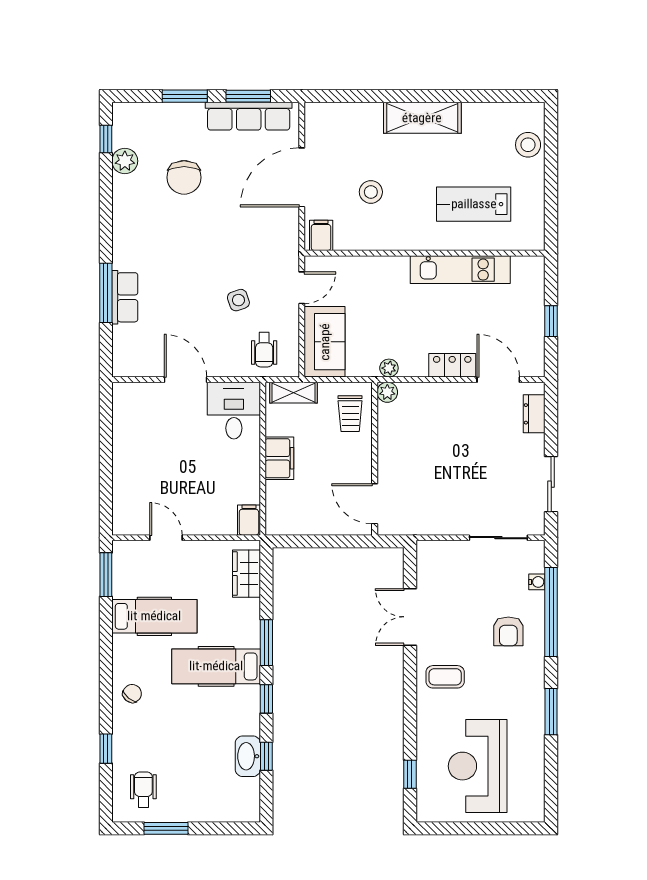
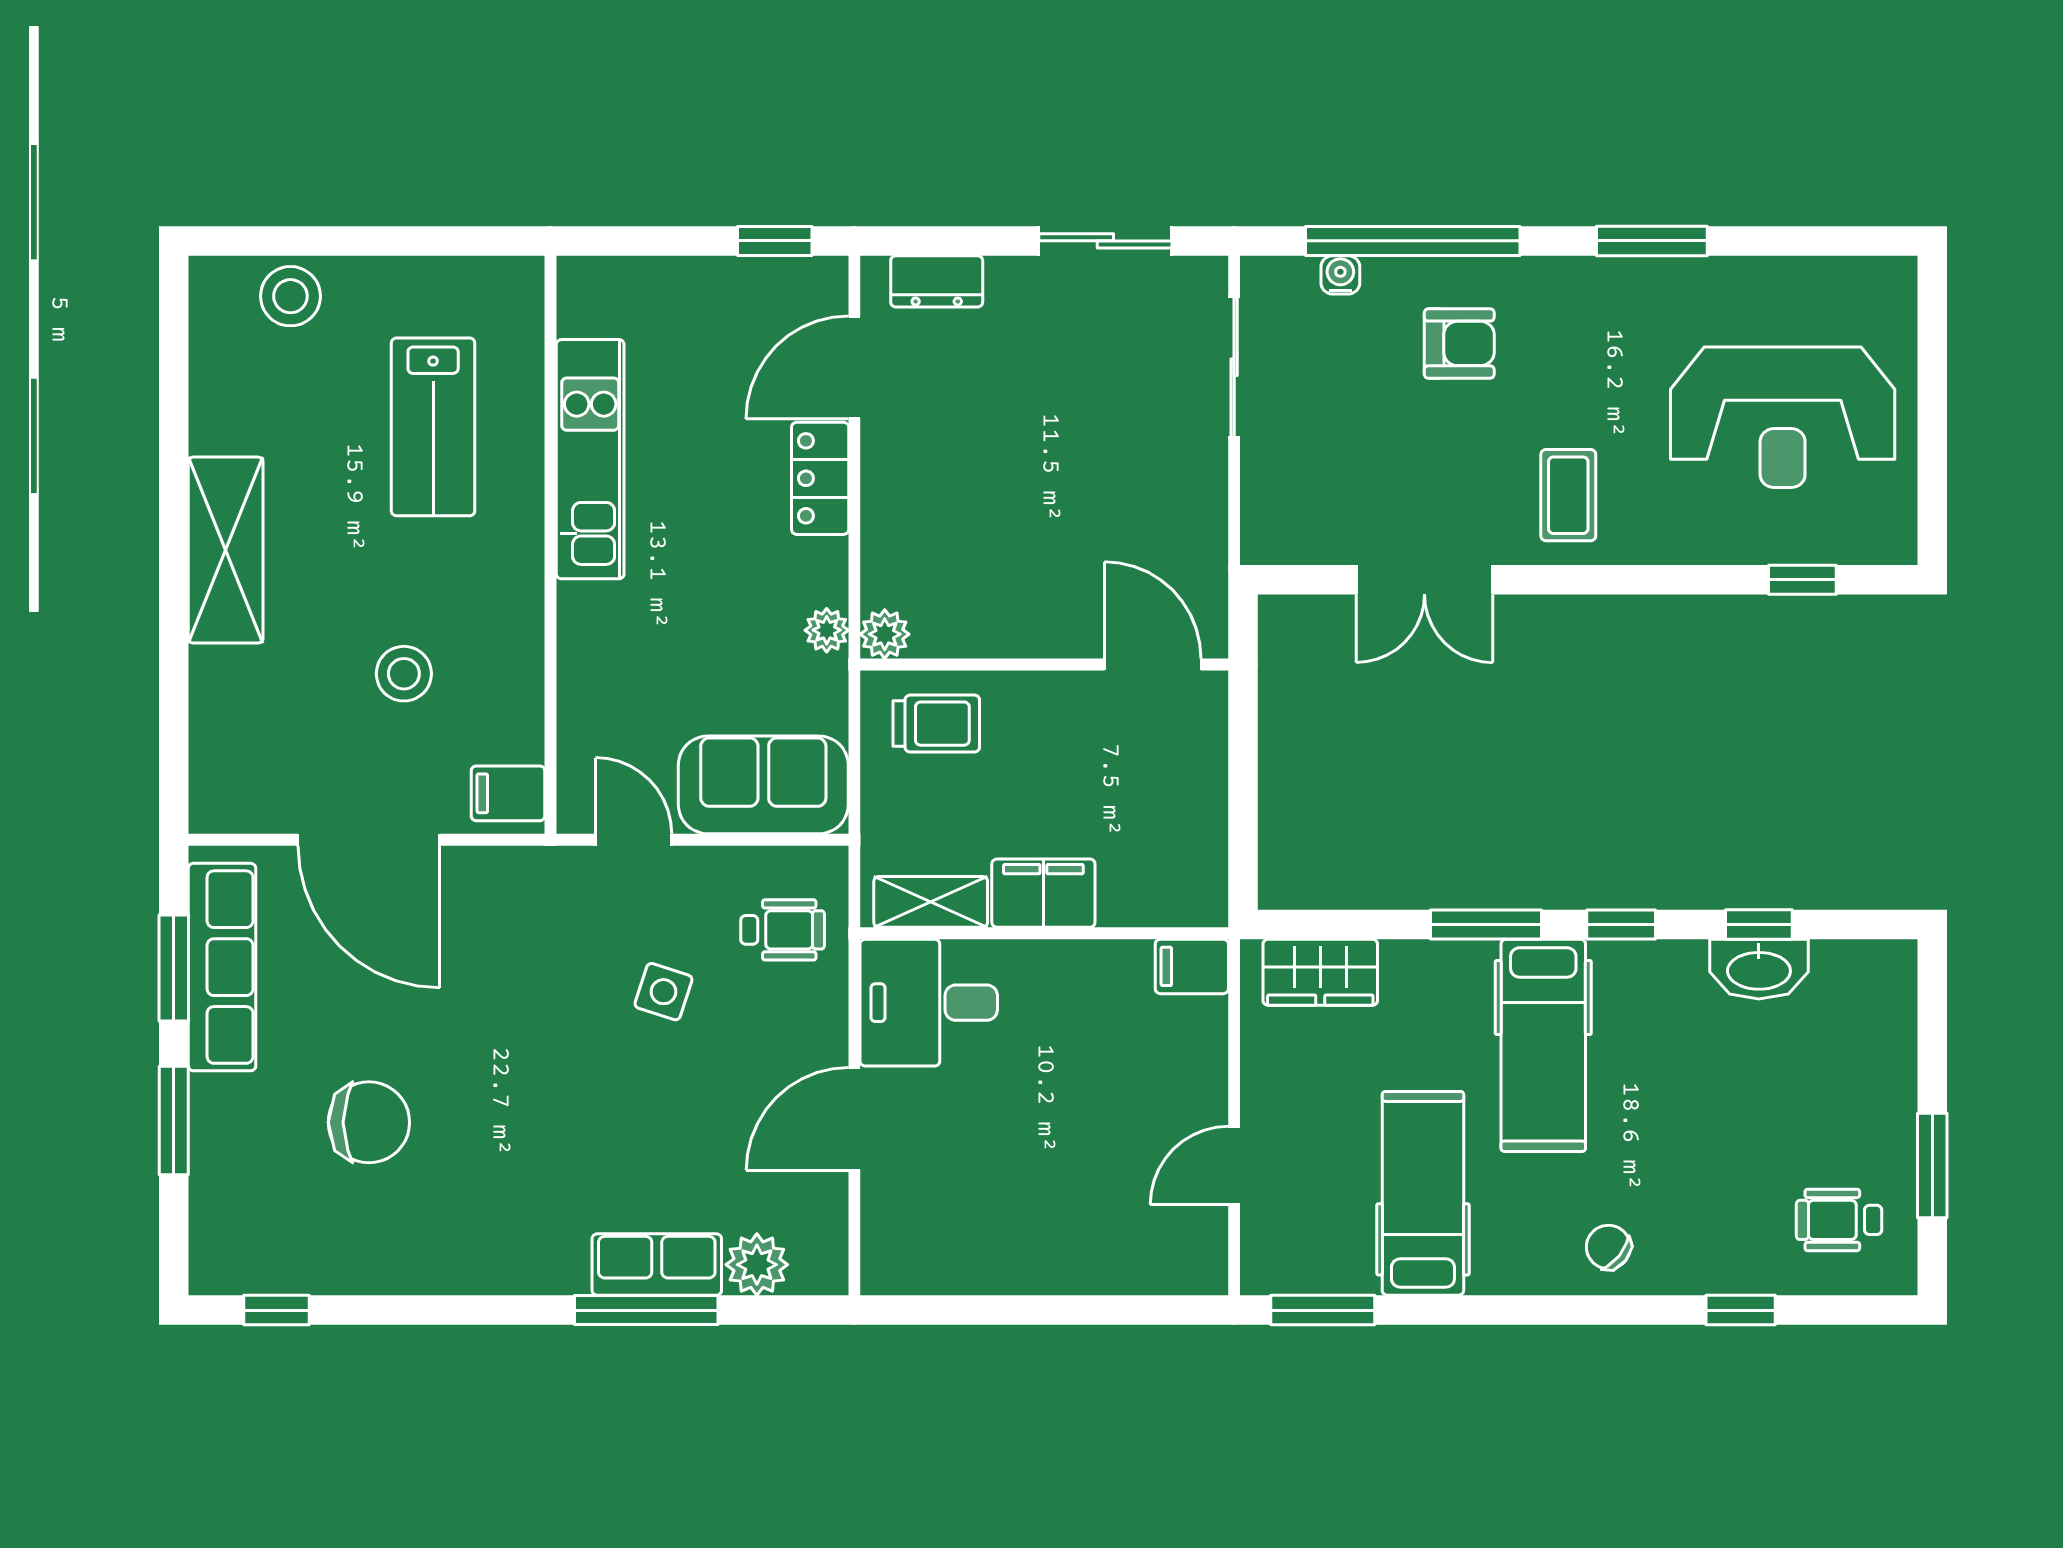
plant: (125, 161) -> (757, 1265), moved
side table: (238, 300) -> (663, 992), turned 37
window: (551, 321) -> (775, 241), moved
shelving: (294, 393) -> (931, 902), moved, turned 90
door: (375, 504) -> (1153, 665), swing flipped

